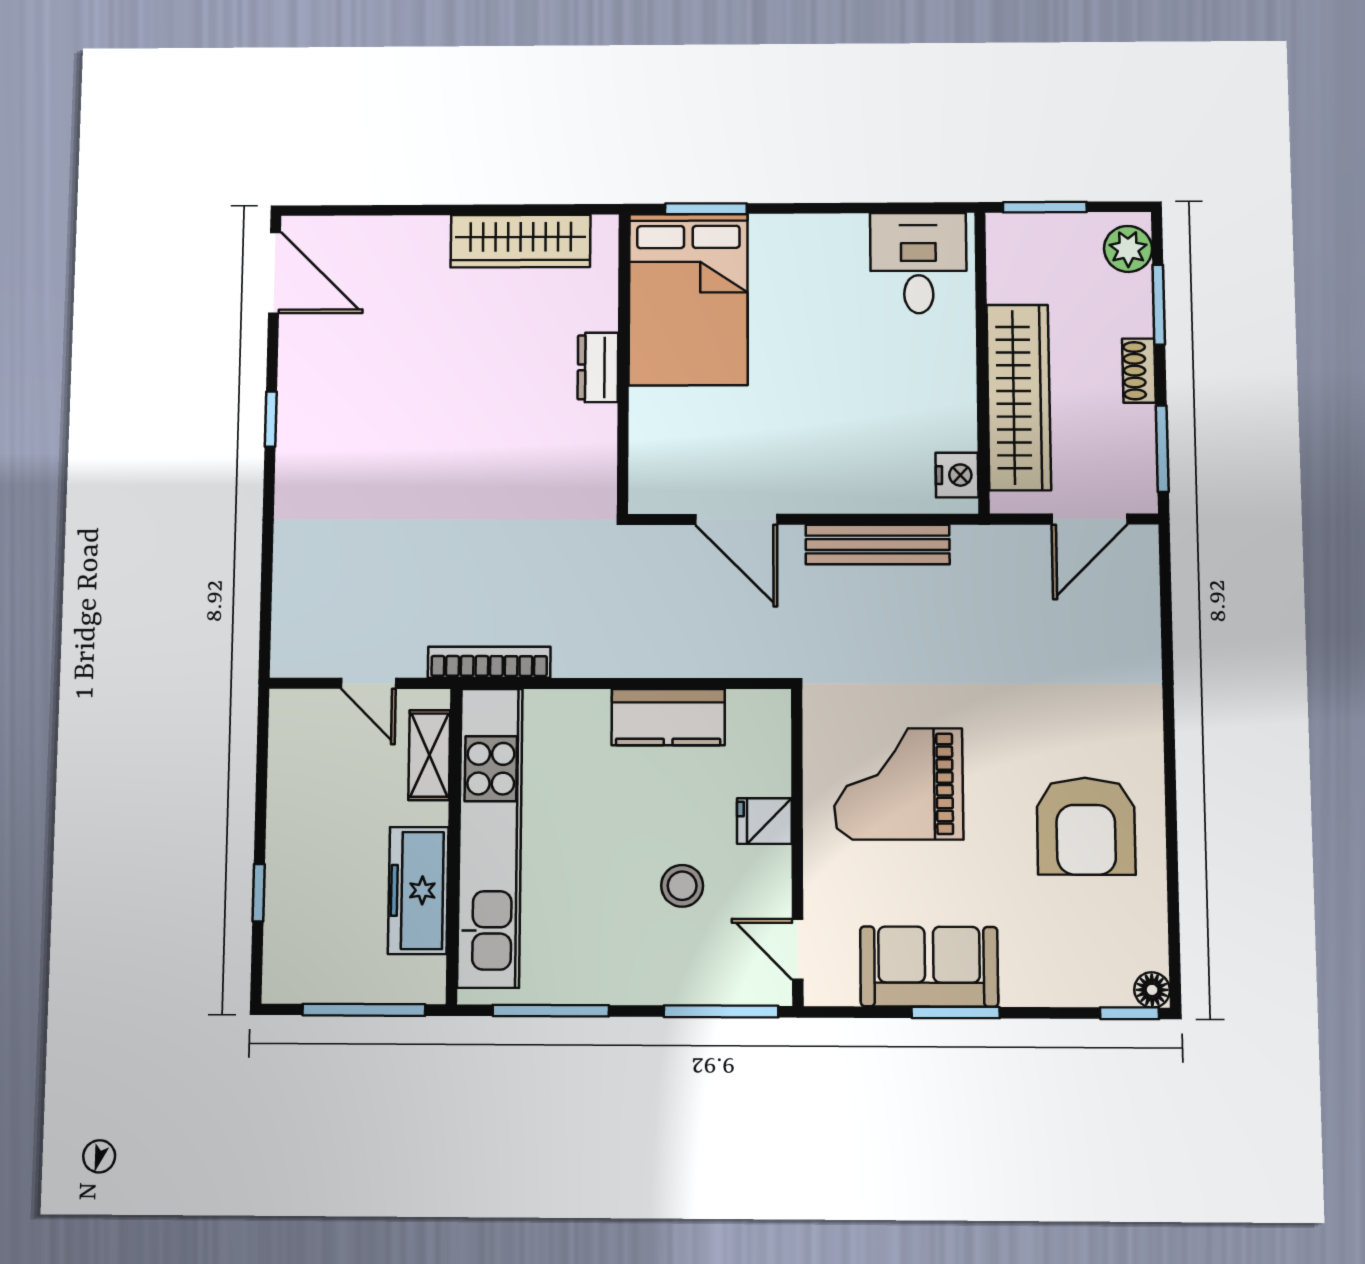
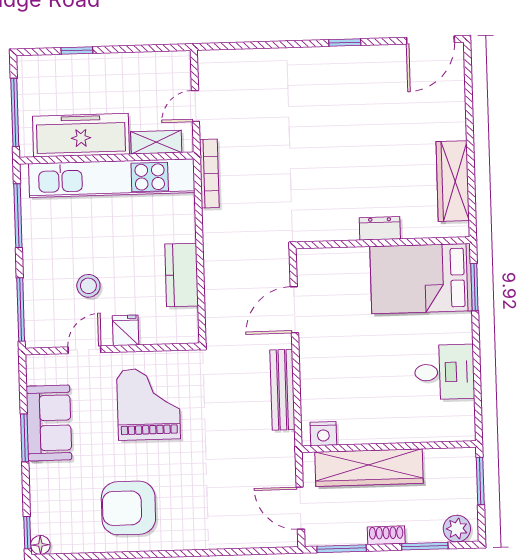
desk: (918, 263) -> (444, 372), moved
freezer: (418, 890) -> (81, 135), width x1.36, depth x1.26
door: (798, 949) -> (84, 350), moved

